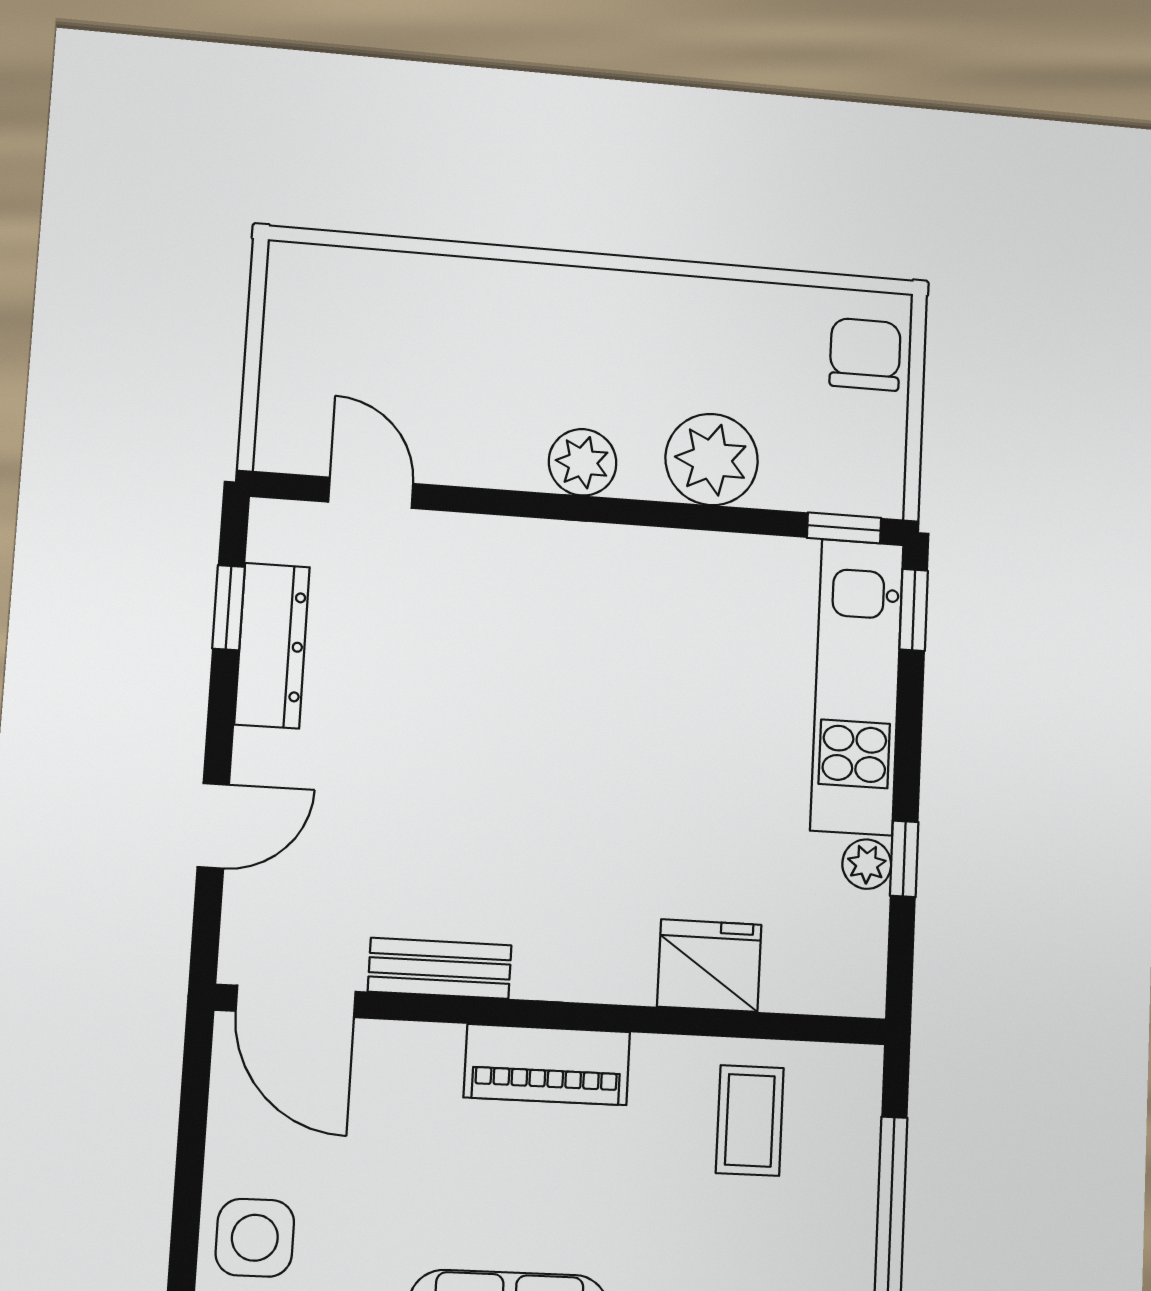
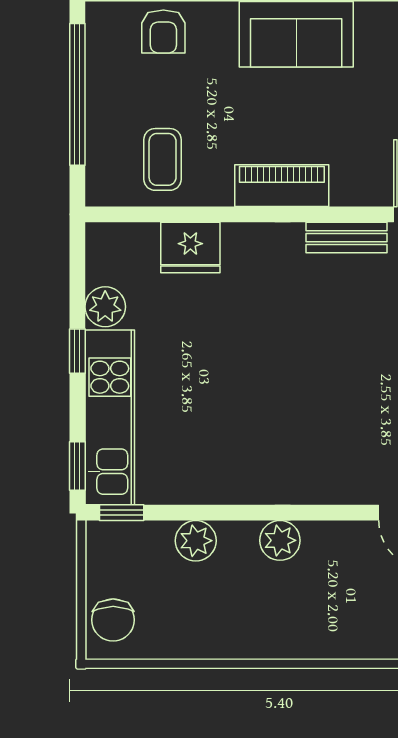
plant: (712, 459) -> (196, 541), width x0.73, depth x0.73
window: (904, 859) -> (77, 351), moved
plant: (867, 864) -> (105, 307), width x1.38, depth x1.38

